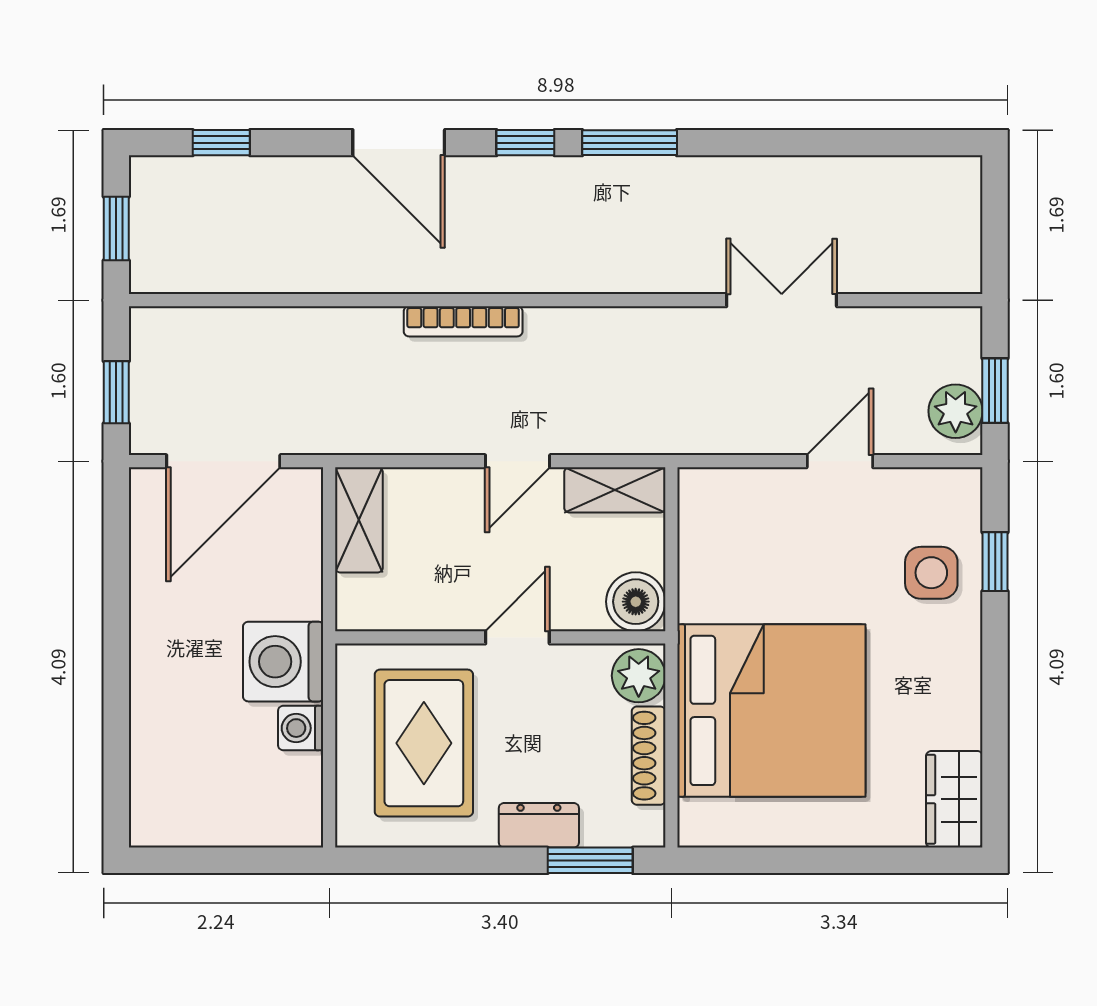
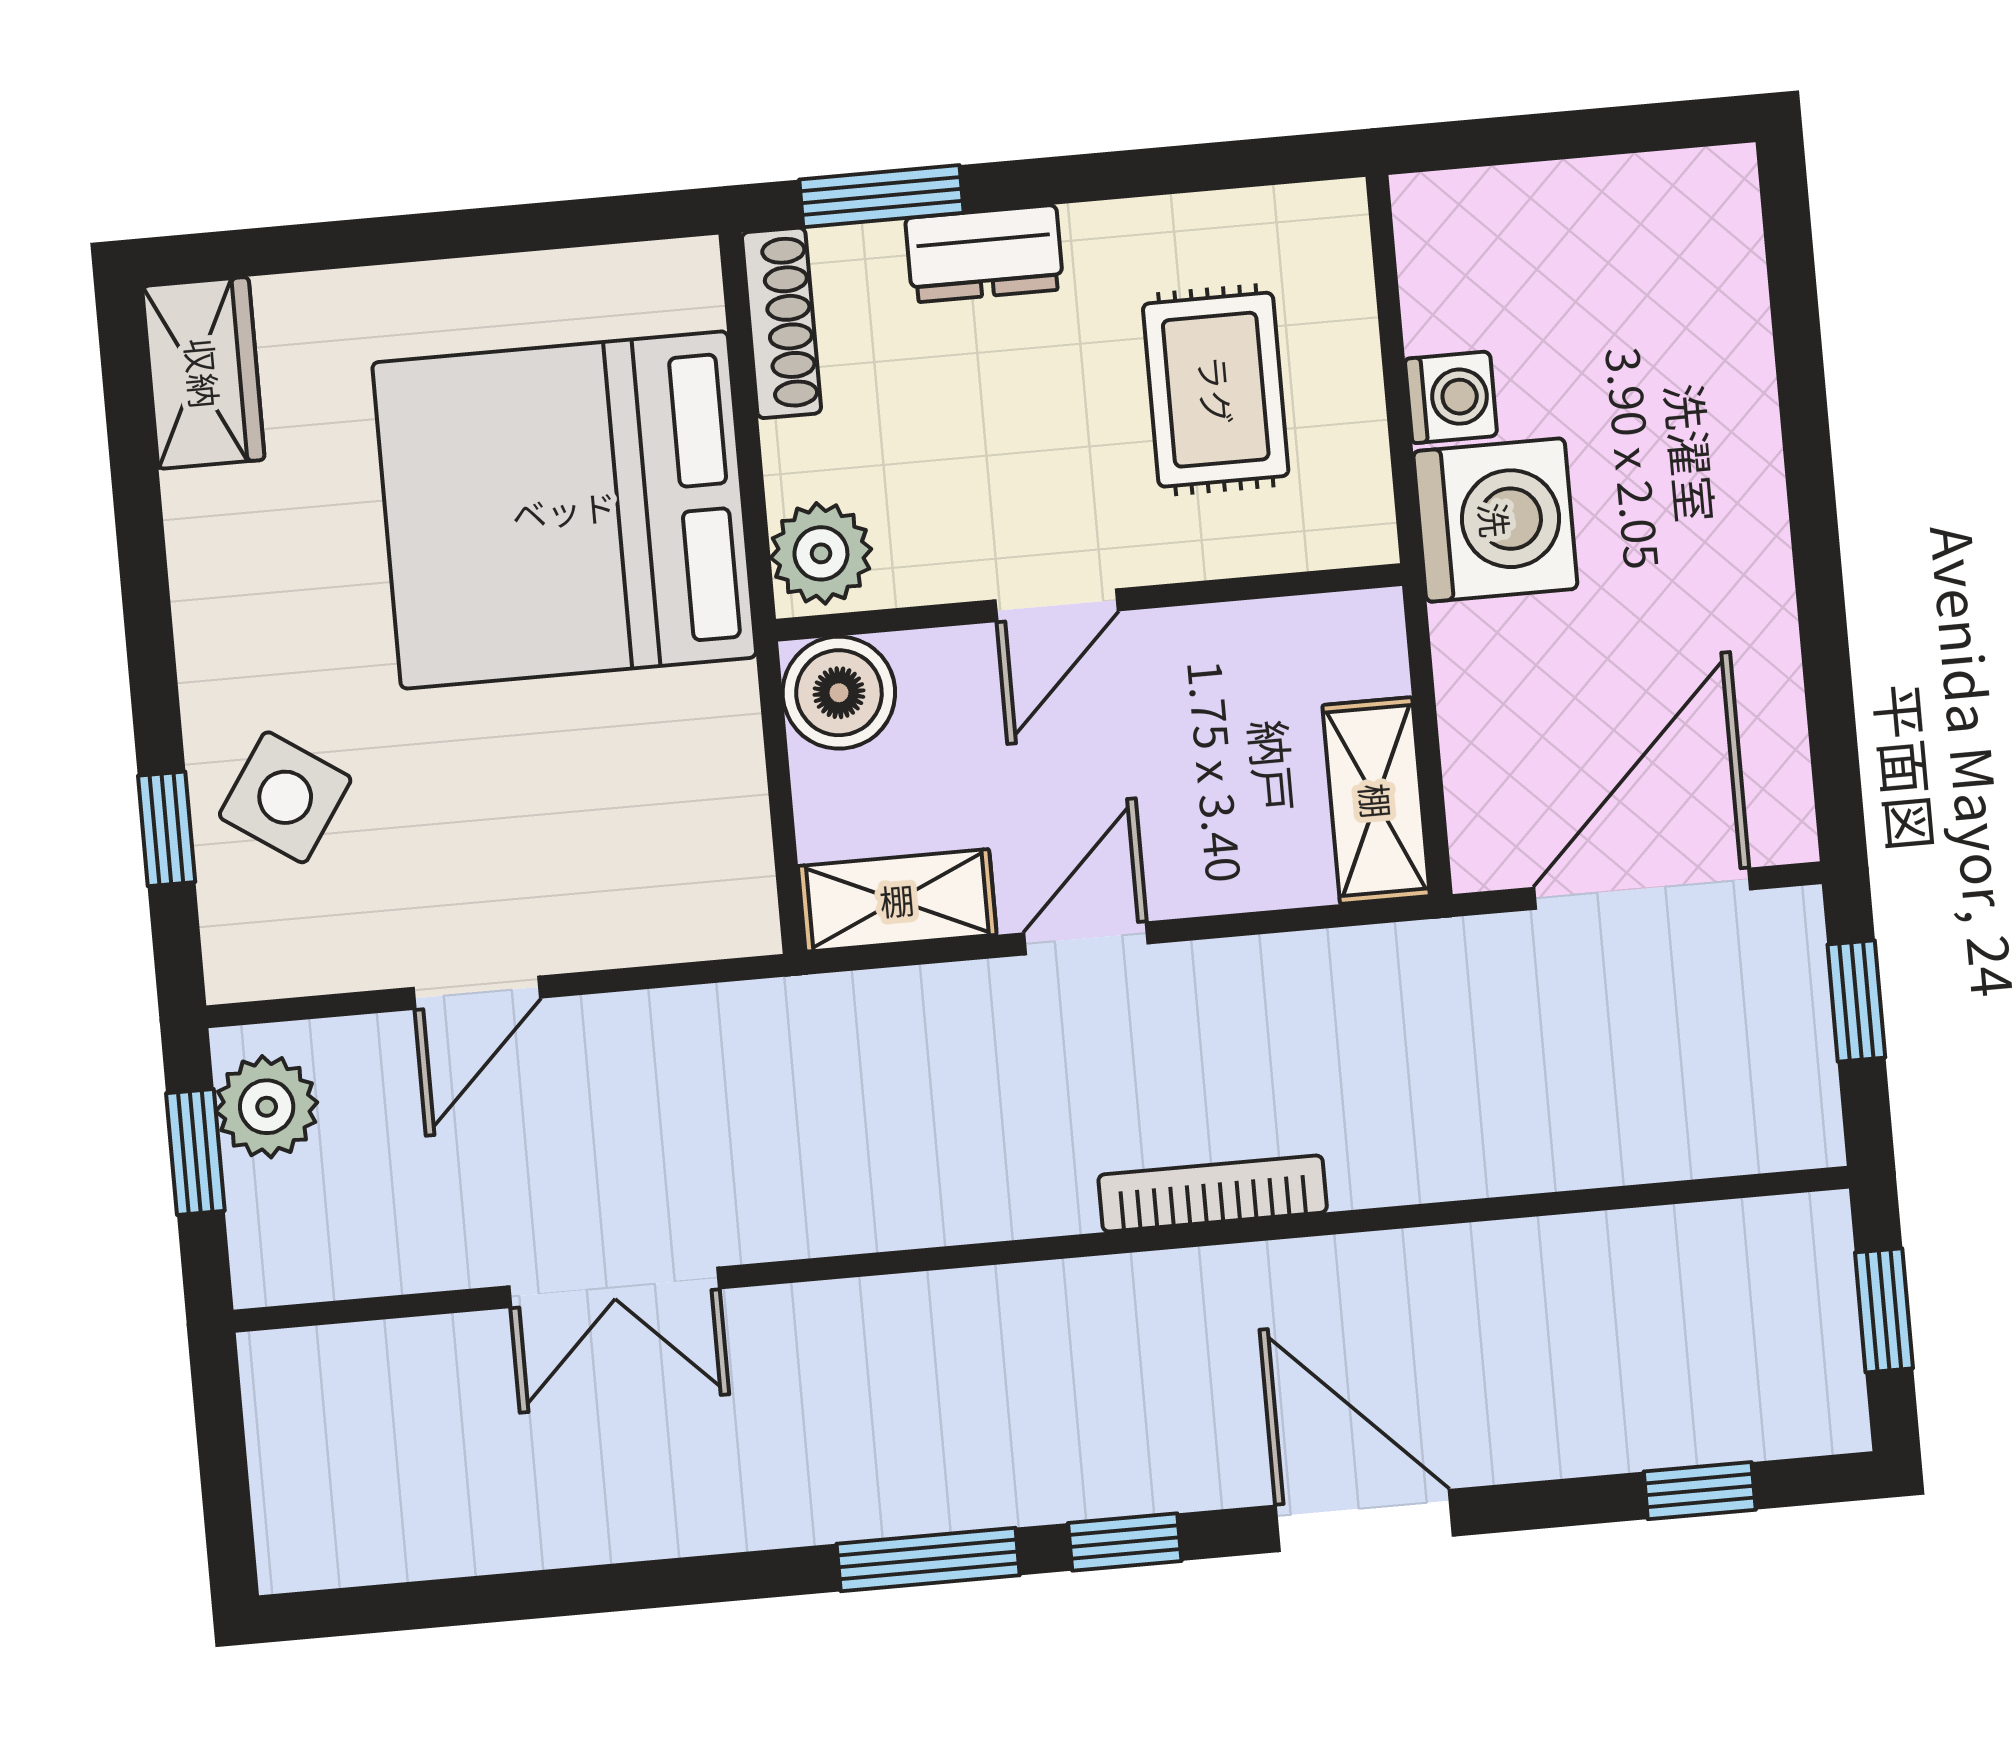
side table: (931, 573) -> (285, 797), turned 34
rug: (424, 743) -> (1216, 390), width x0.73, depth x0.70
shoe rack: (649, 756) -> (781, 323), moved

